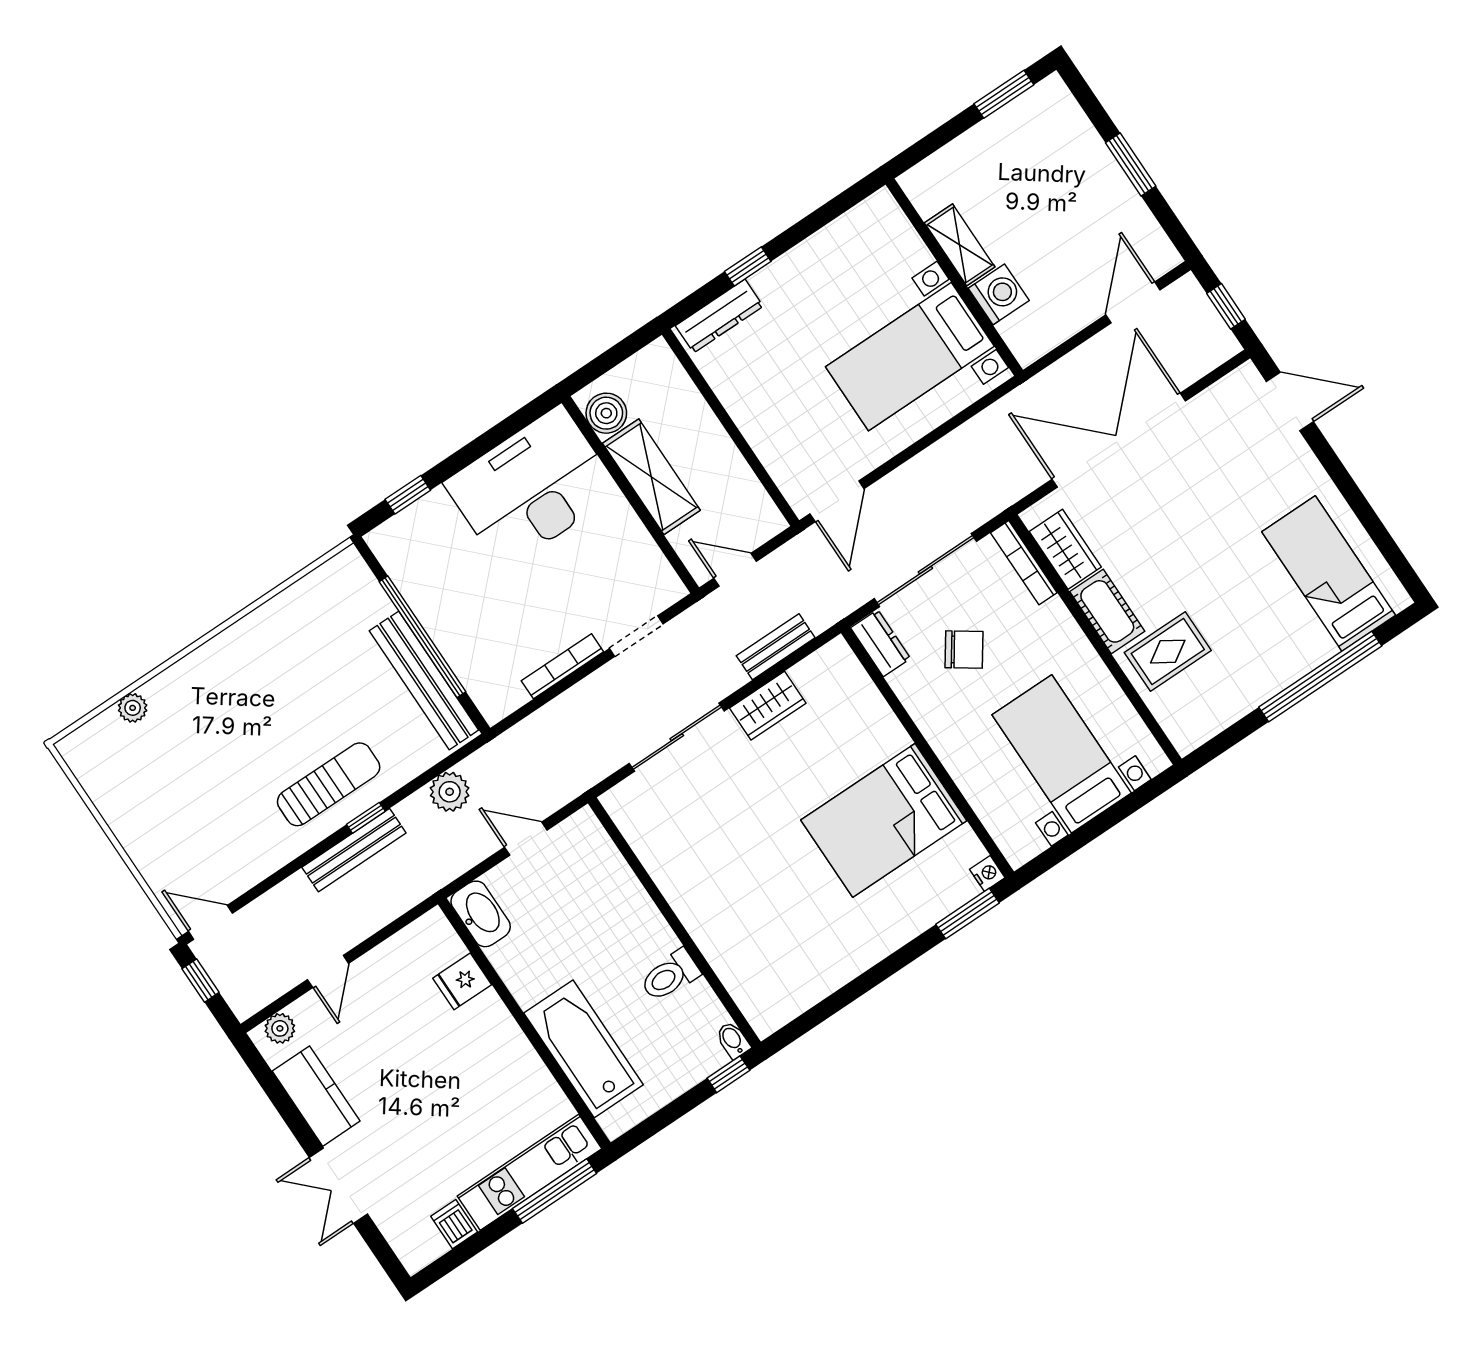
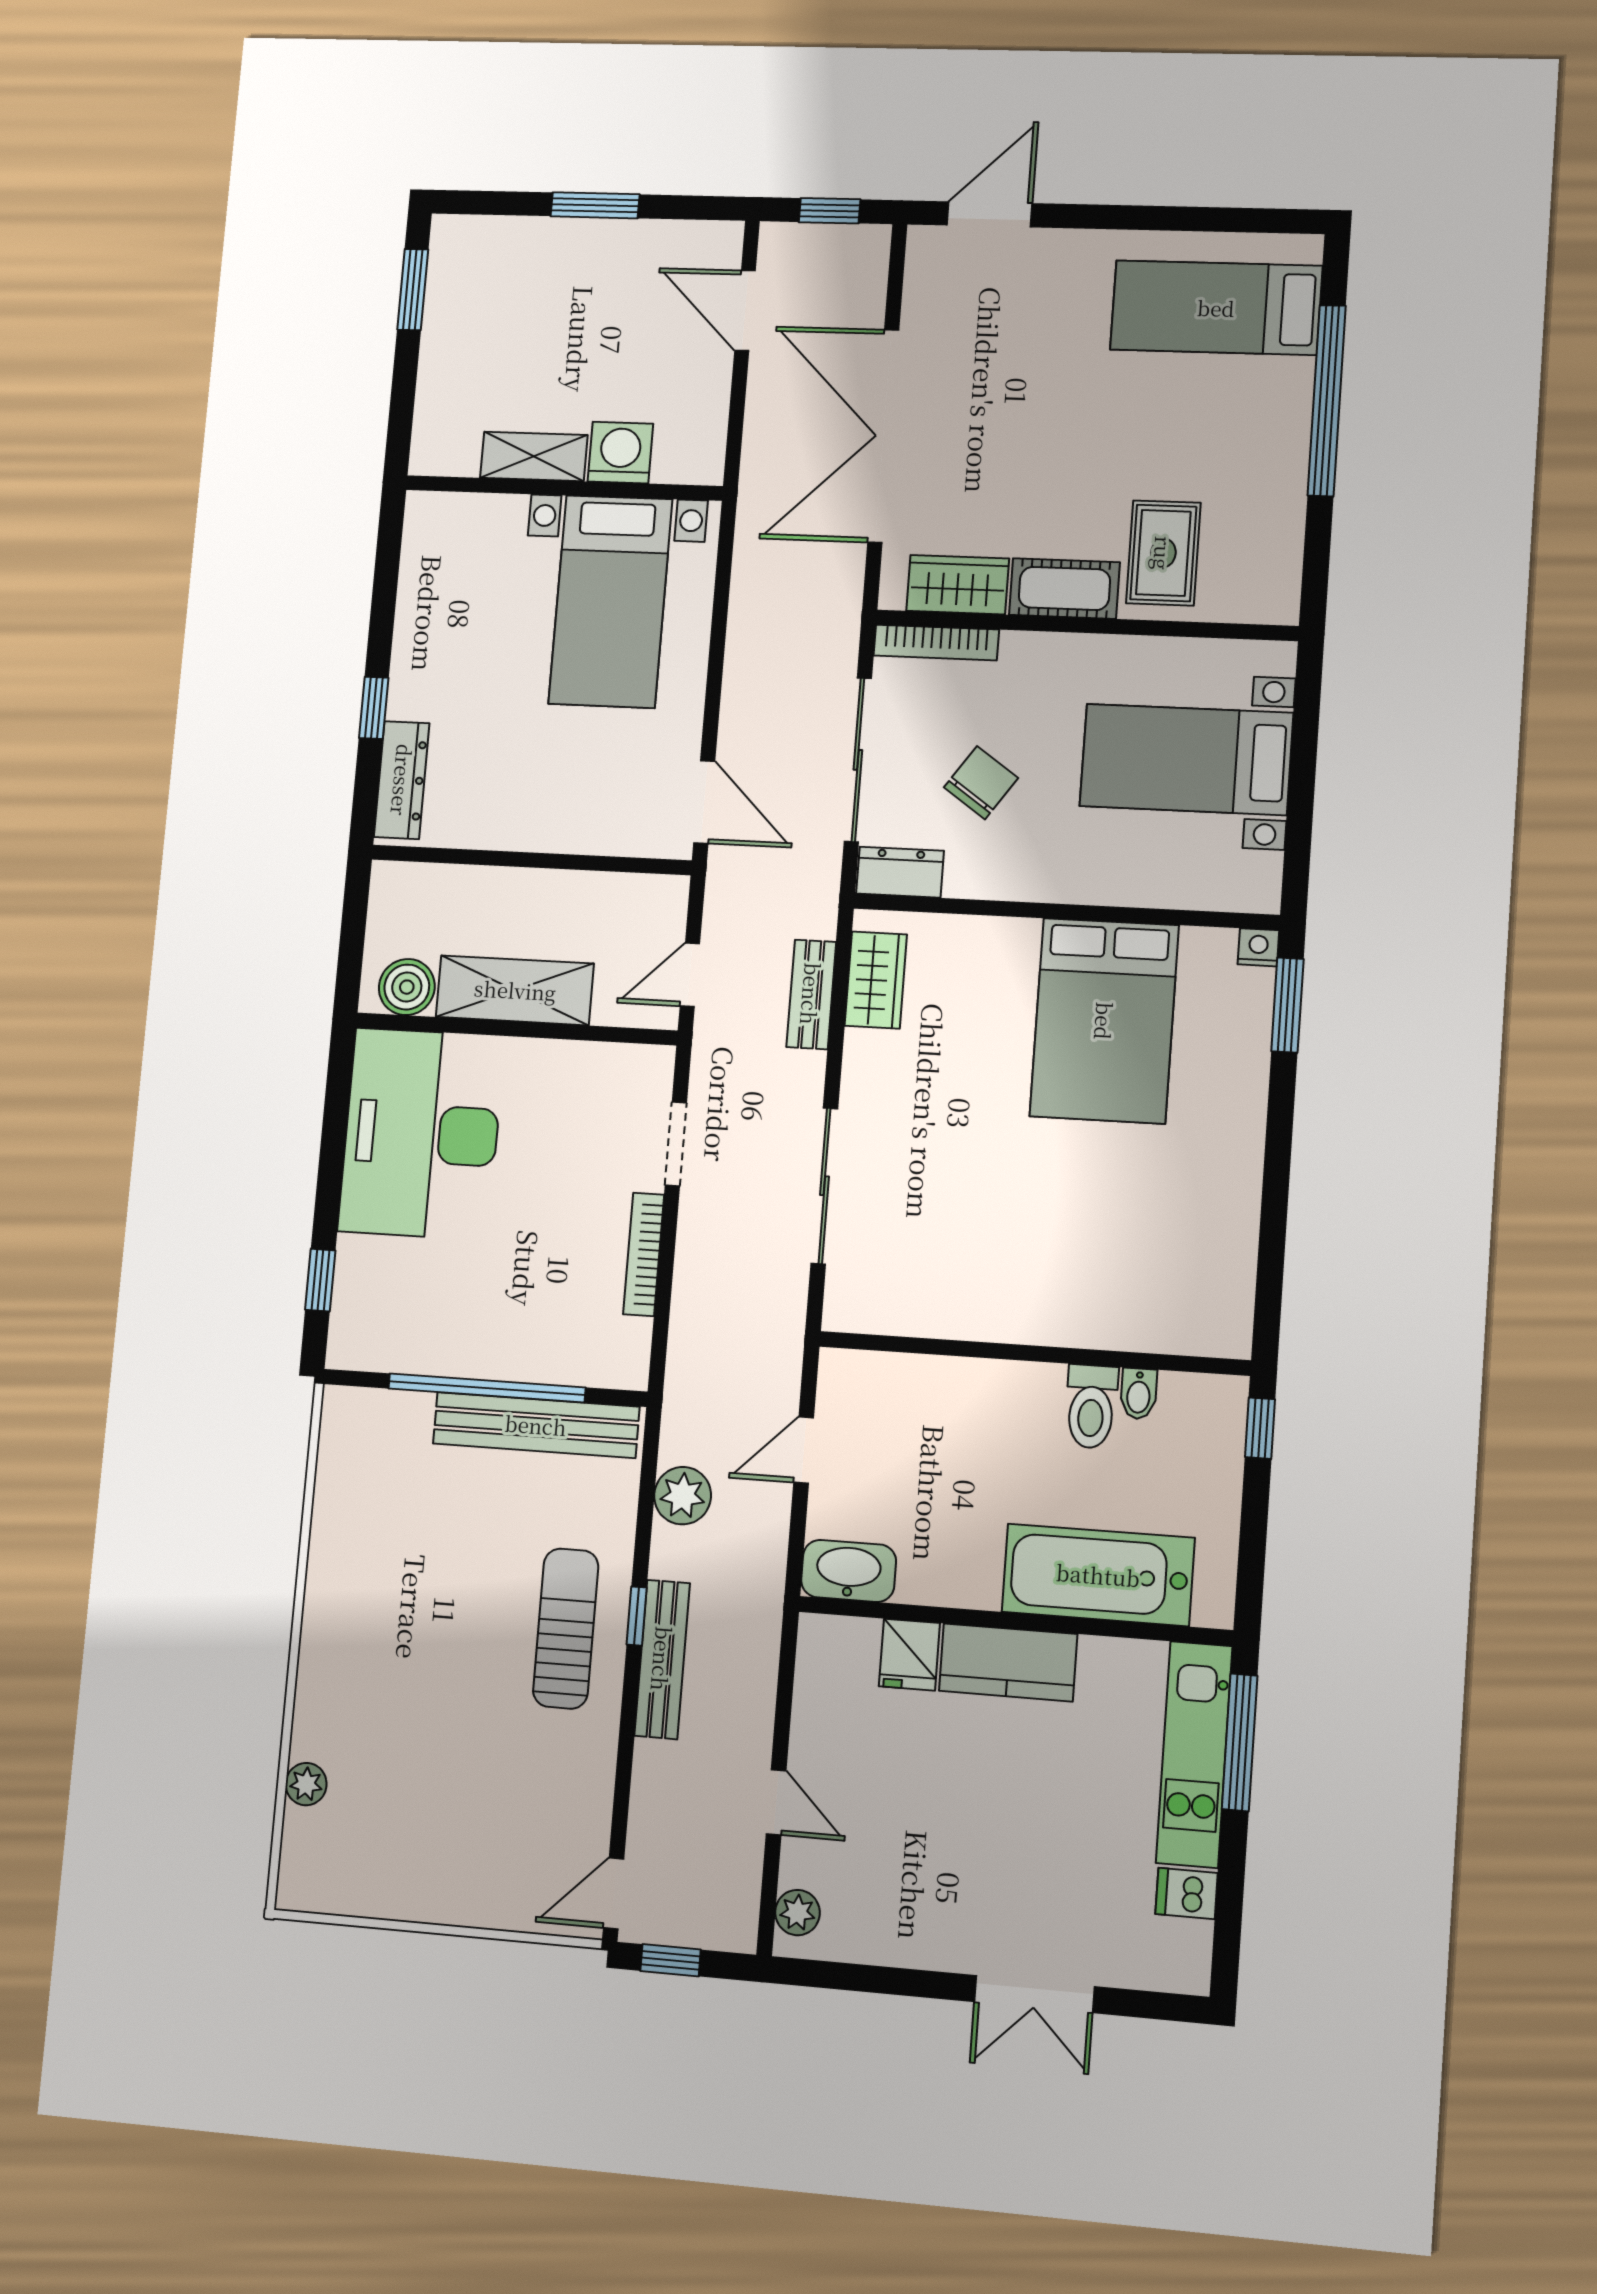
wardrobe: (768, 706) -> (876, 980), moved
bidet: (733, 1040) -> (1139, 1394), moved, turned -90
kitchen counter: (316, 1096) -> (1008, 1662), moved, turned 180

